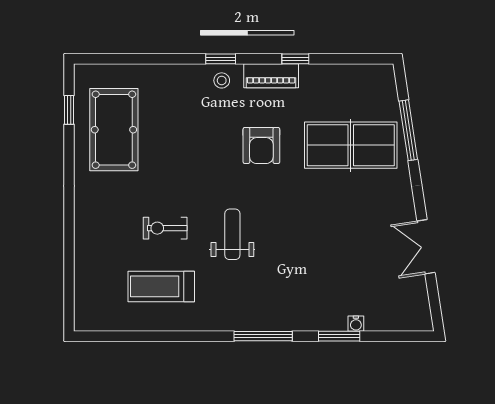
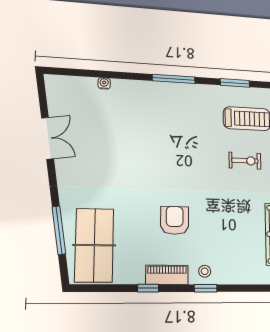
table tennis table: (351, 145) -> (94, 245), moved, turned 90
weight bench: (232, 234) -> (196, 154), removed
window: (339, 336) -> (235, 83), moved

